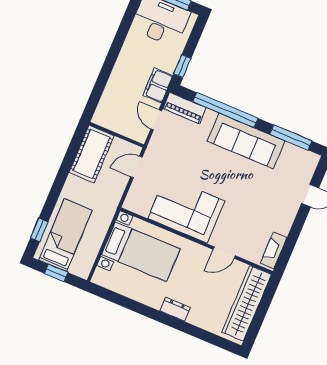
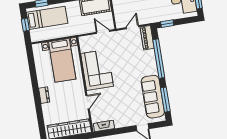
filing cabinet: (158, 85) -> (150, 17), removed
sofa: (246, 141) -> (153, 97), moved
door: (224, 253) -> (88, 102), swing flipped

